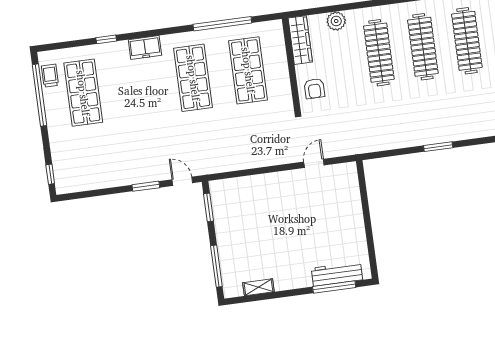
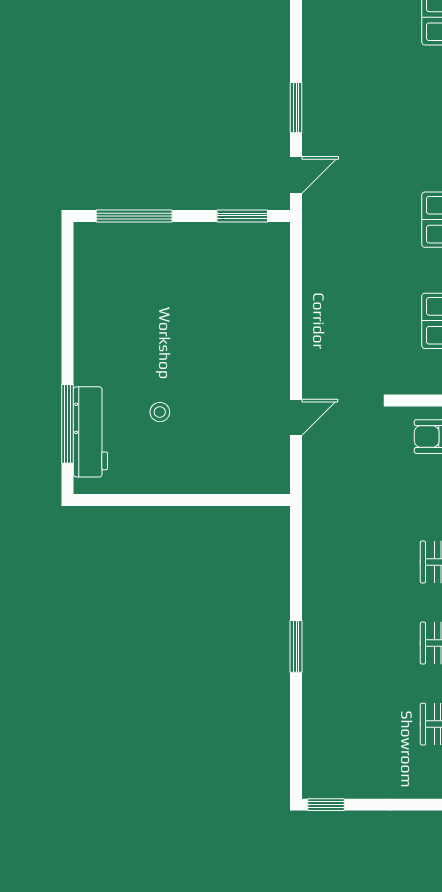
door: (314, 163) -> (296, 417), hinge flipped
stool: (321, 238) -> (160, 412), added
shelving: (258, 287) -> (86, 287), removed

